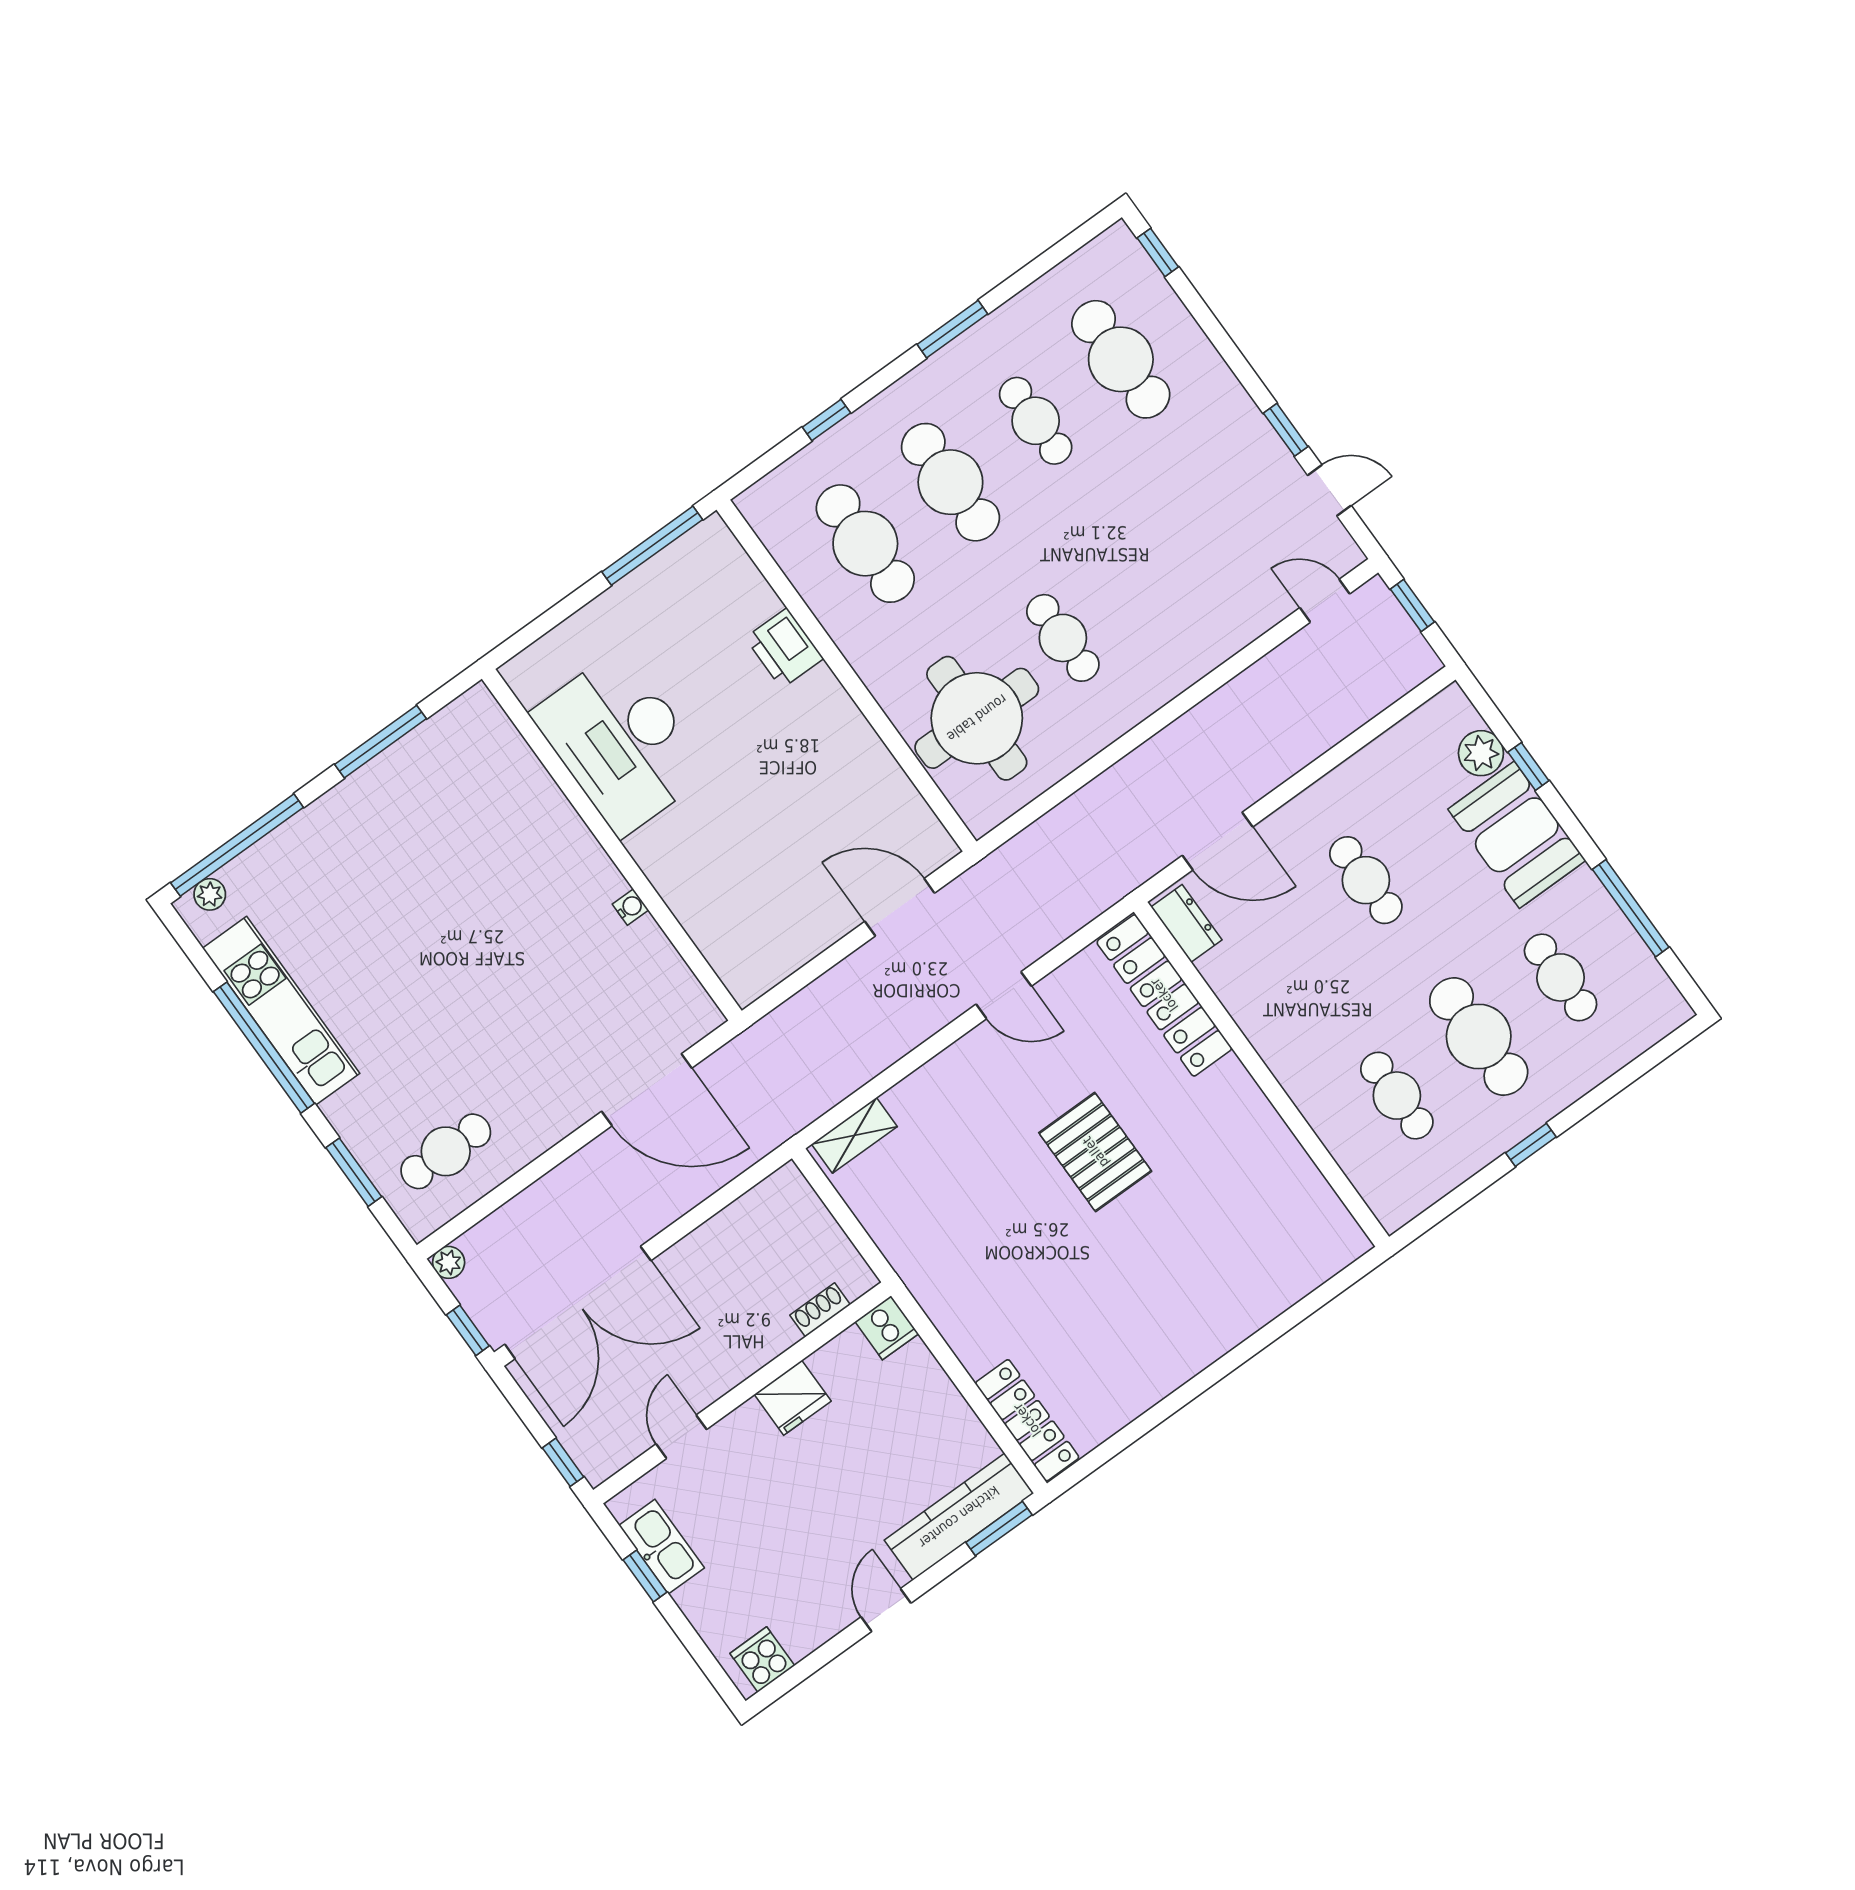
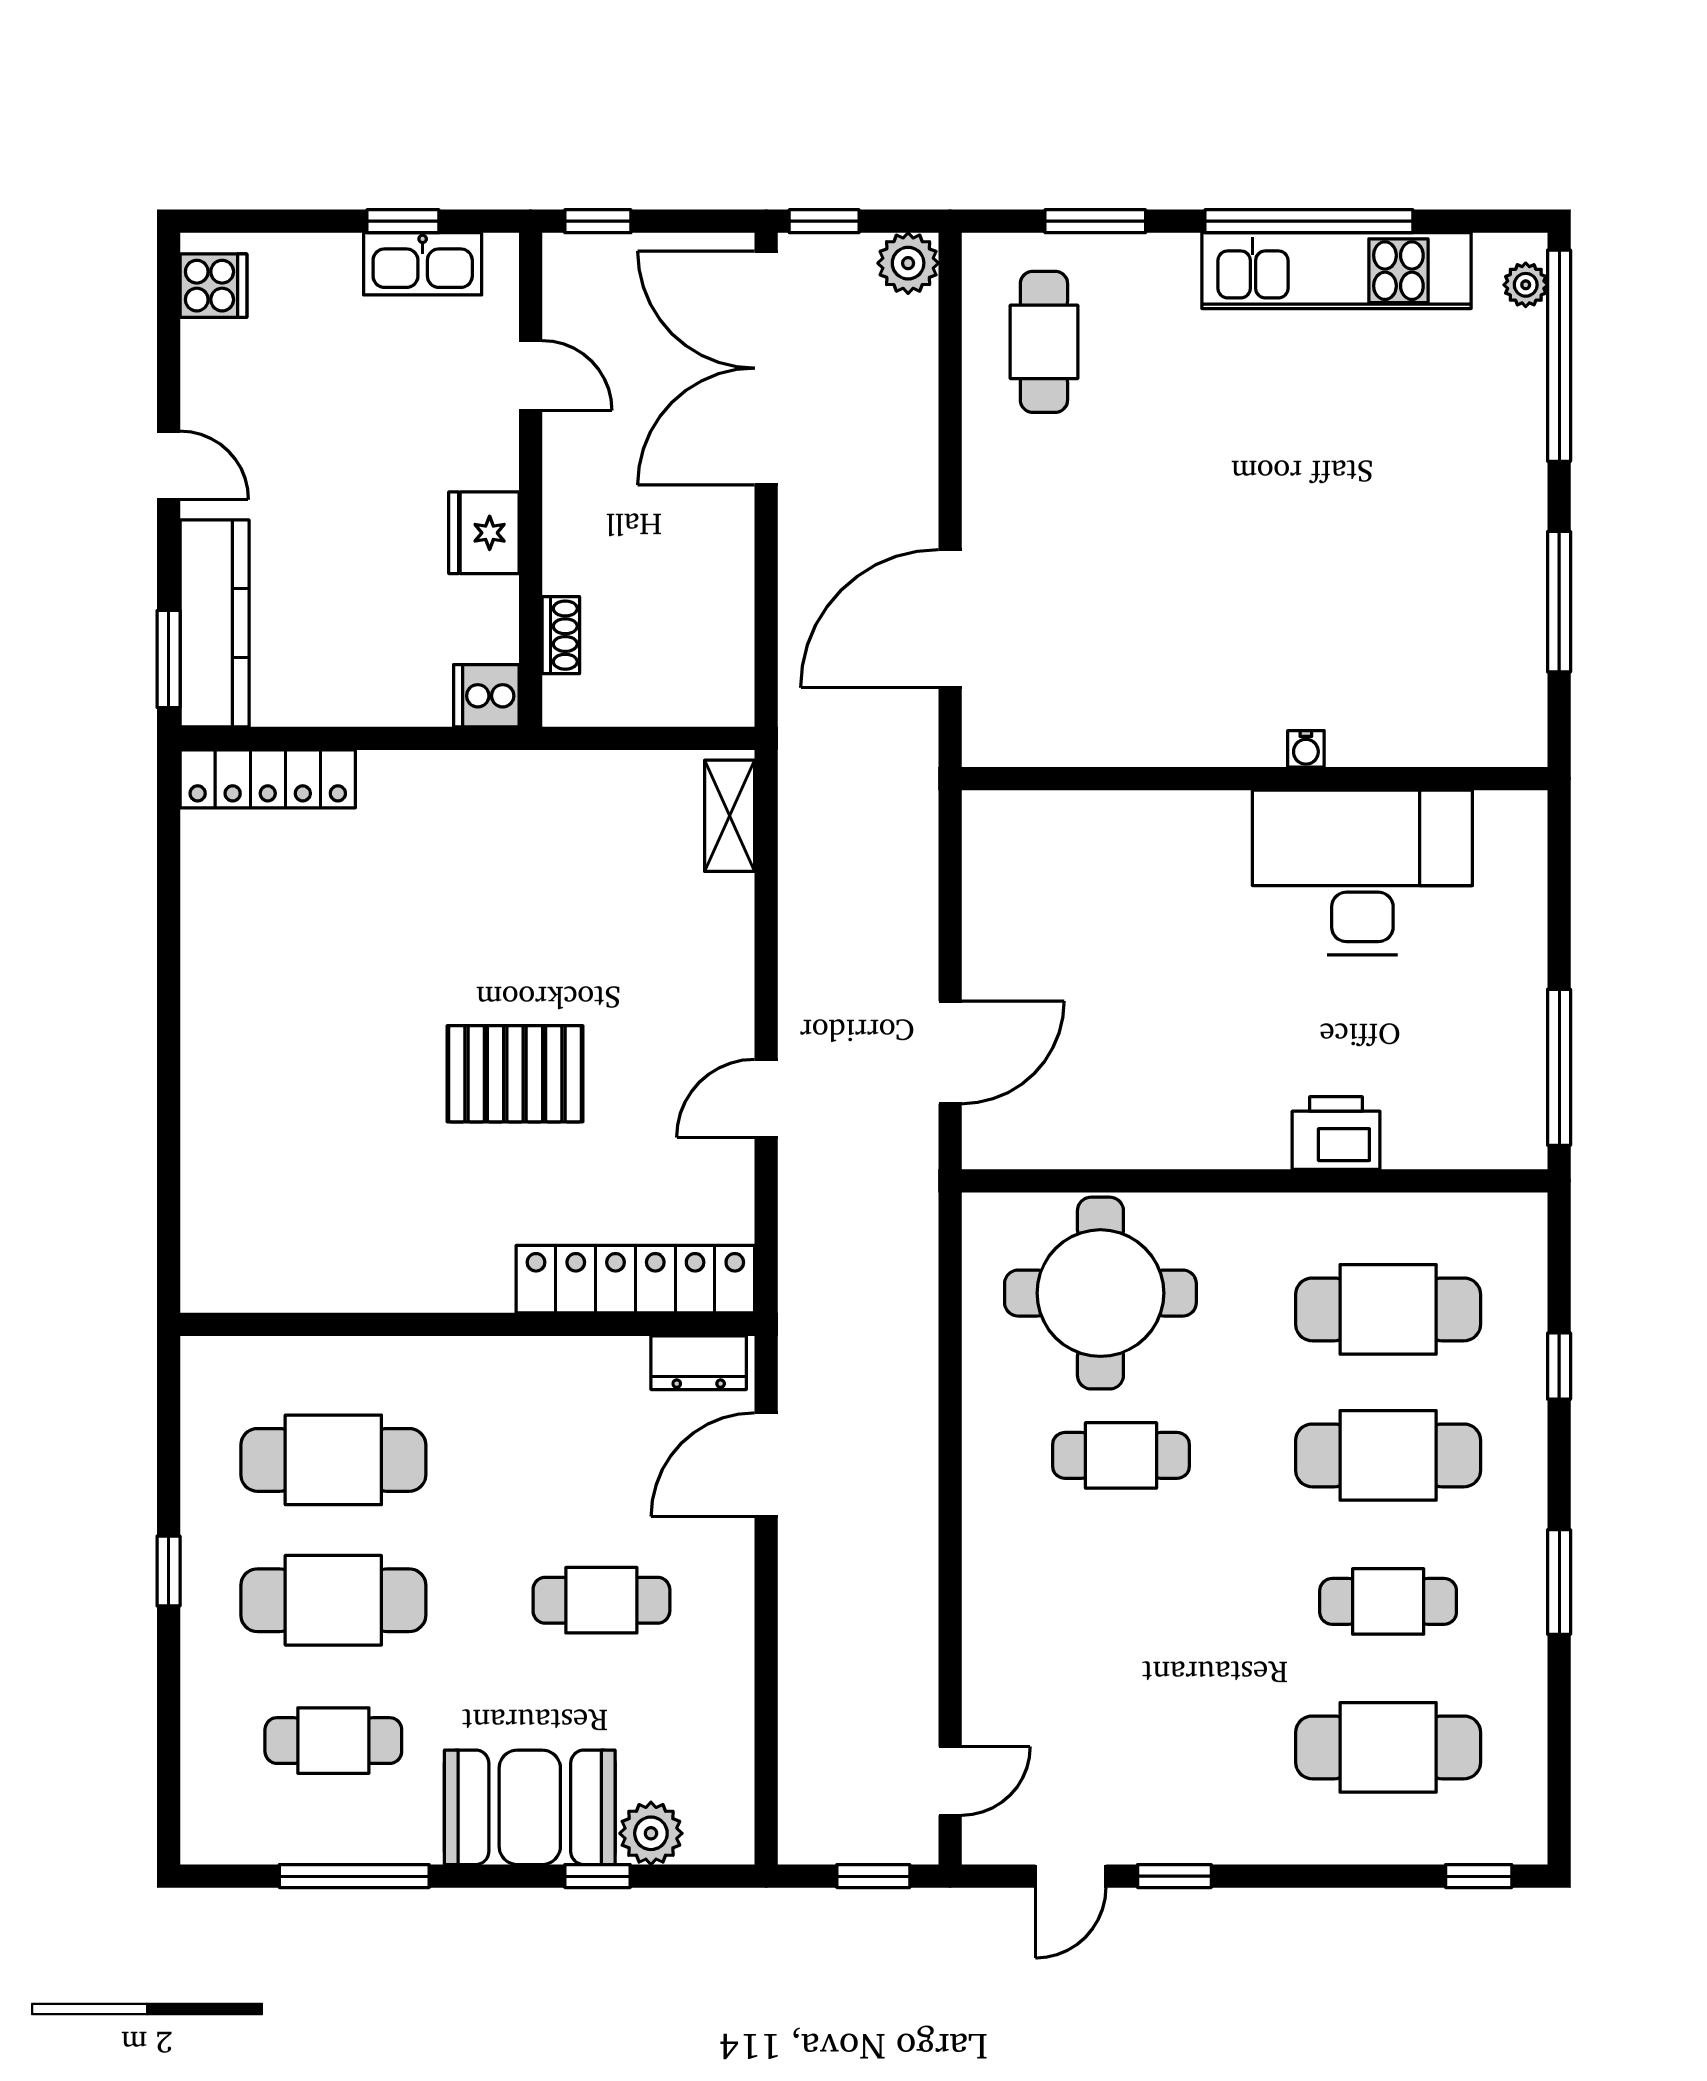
water cooler: (630, 907) -> (1306, 749), moved
cafe table: (1397, 1096) -> (333, 1460), width x1.37, depth x1.35
plant: (449, 1262) -> (908, 263), width x1.38, depth x1.38

